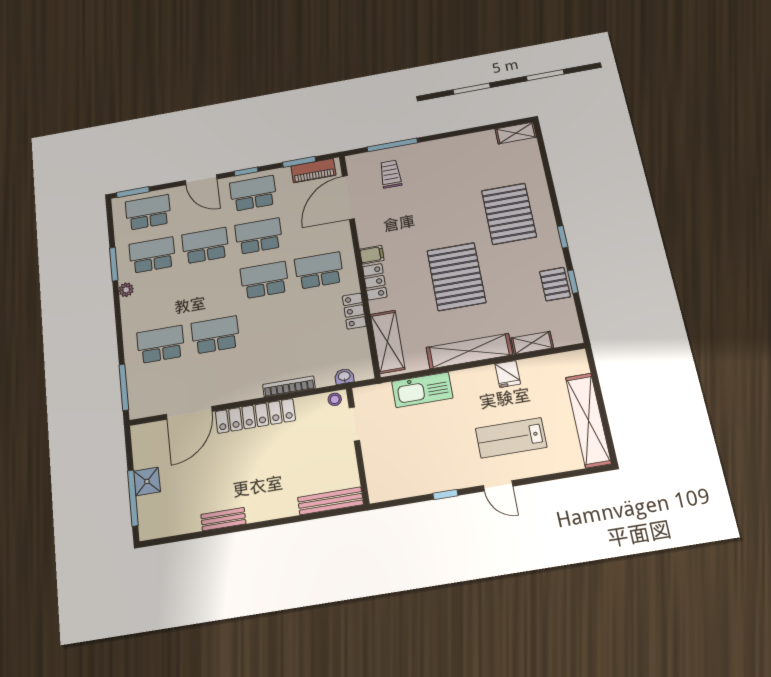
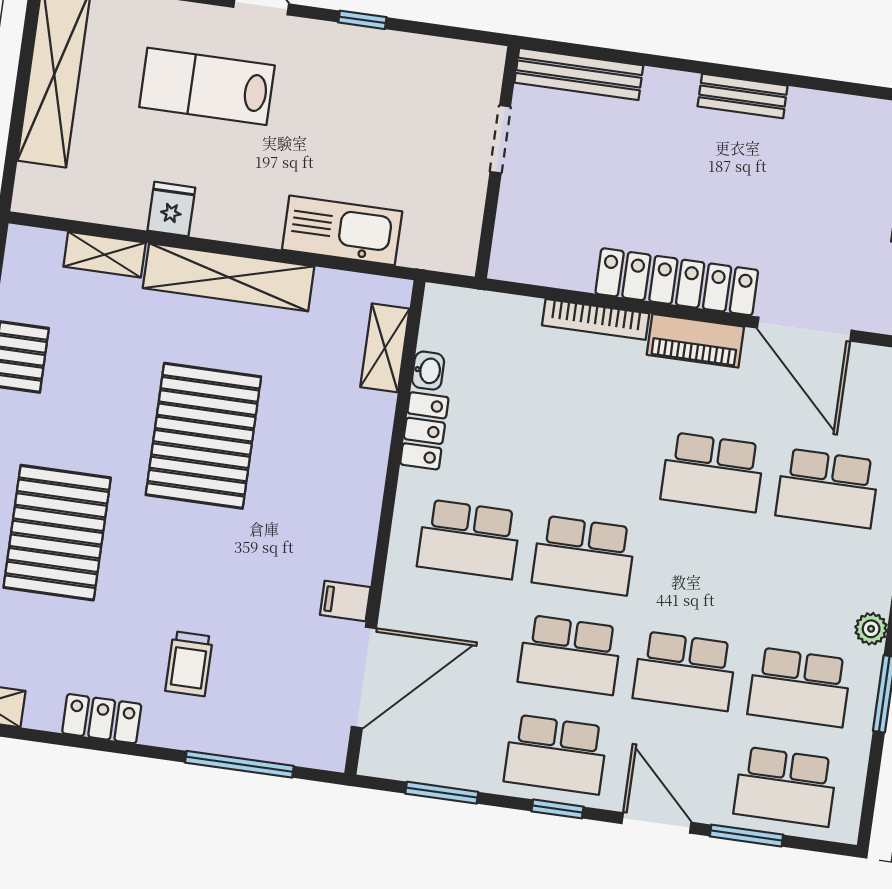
piano: (313, 171) -> (695, 341), moved, turned 180
trolley: (391, 174) -> (189, 664), moved
window: (133, 192) -> (746, 836), moved
filing cabinet: (372, 255) -> (345, 601), moved
locker: (375, 282) -> (102, 719), moved, turned 90
shelving: (387, 342) -> (385, 348), width x0.67, depth x0.75
washbasin: (344, 376) -> (428, 371), moved, turned -90
stool: (335, 399) -> (514, 265), removed
door: (189, 413) -> (804, 329), swing flipped
doorway: (354, 424) -> (500, 139), moved
lab bench: (511, 438) -> (207, 86), turned 180
bench: (223, 519) -> (743, 96), moved

